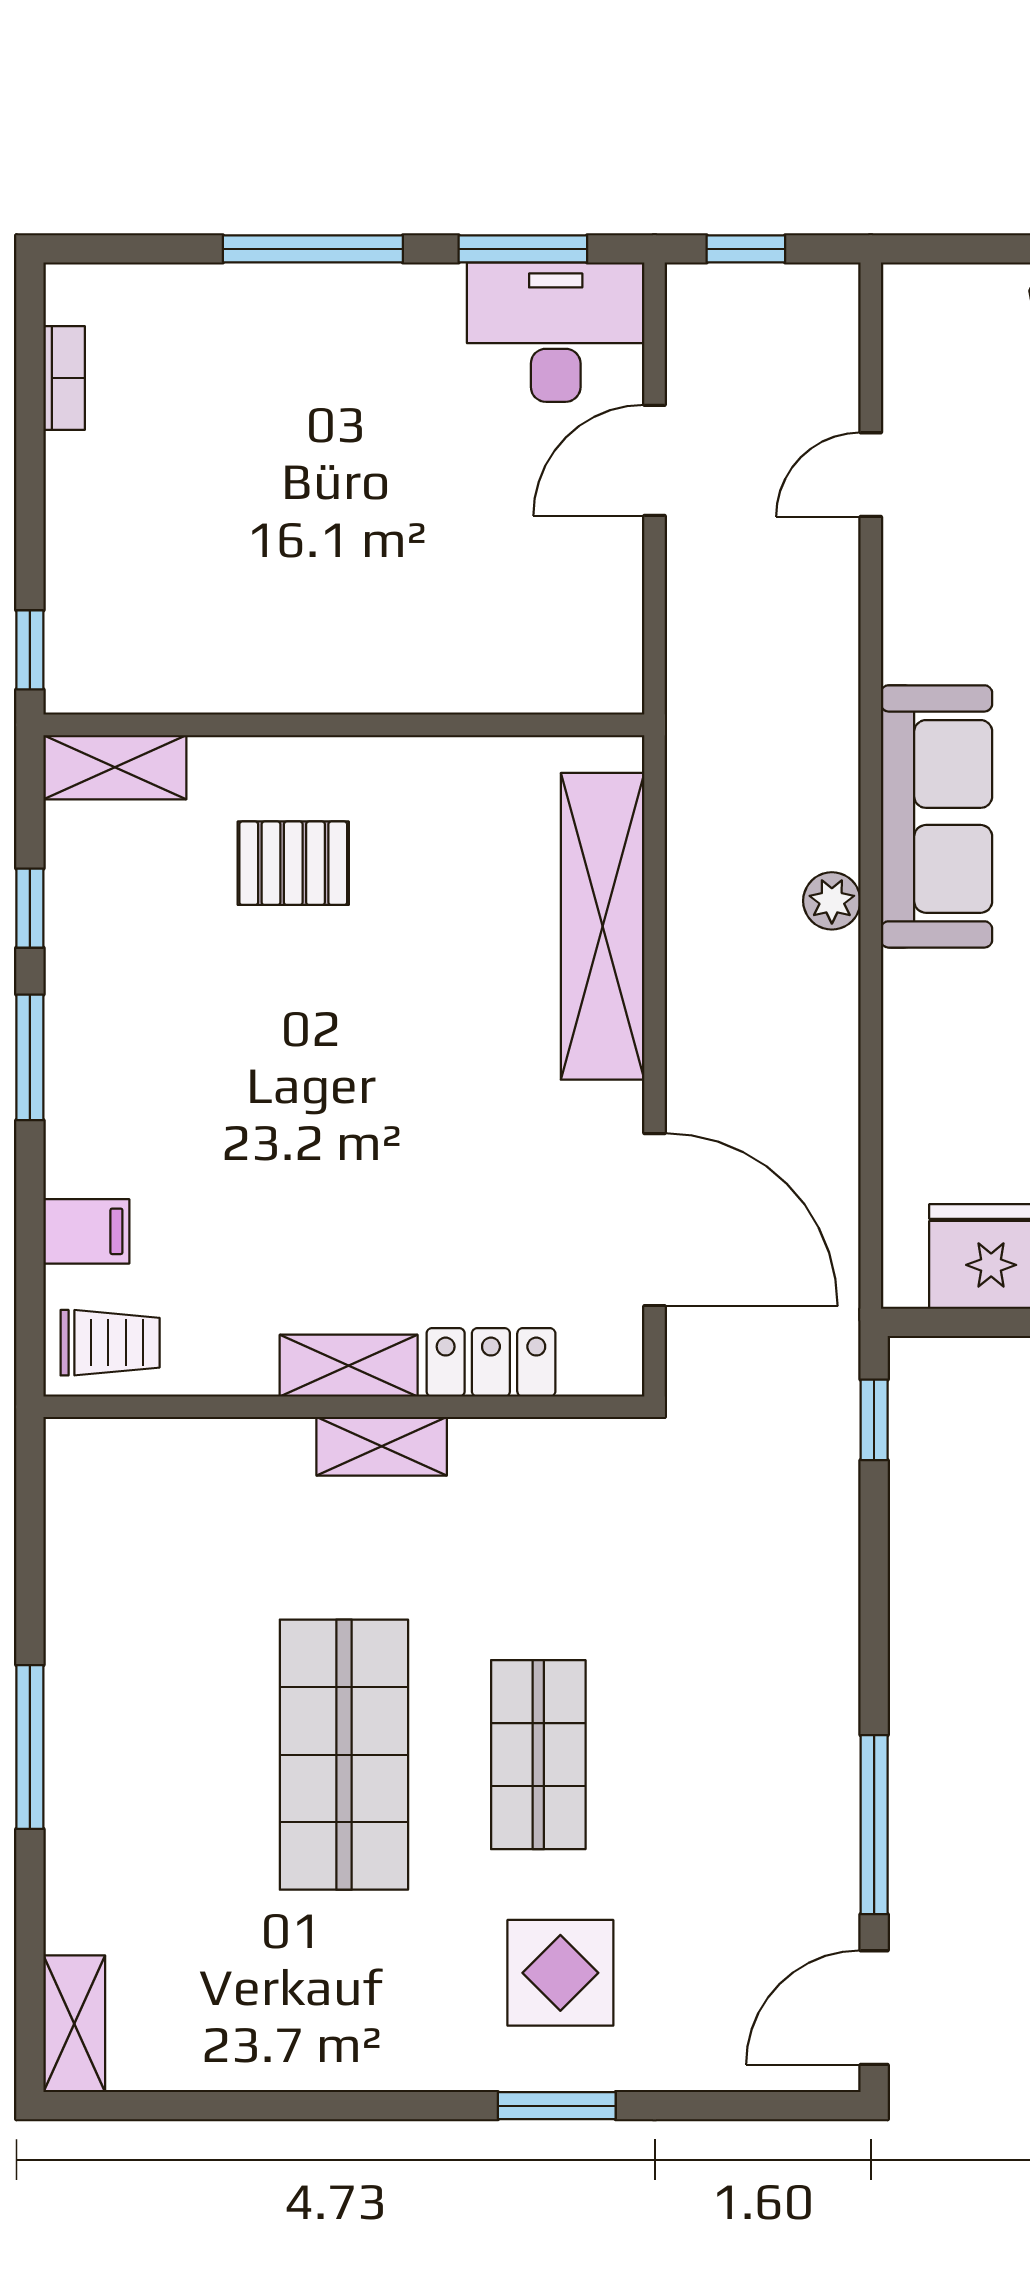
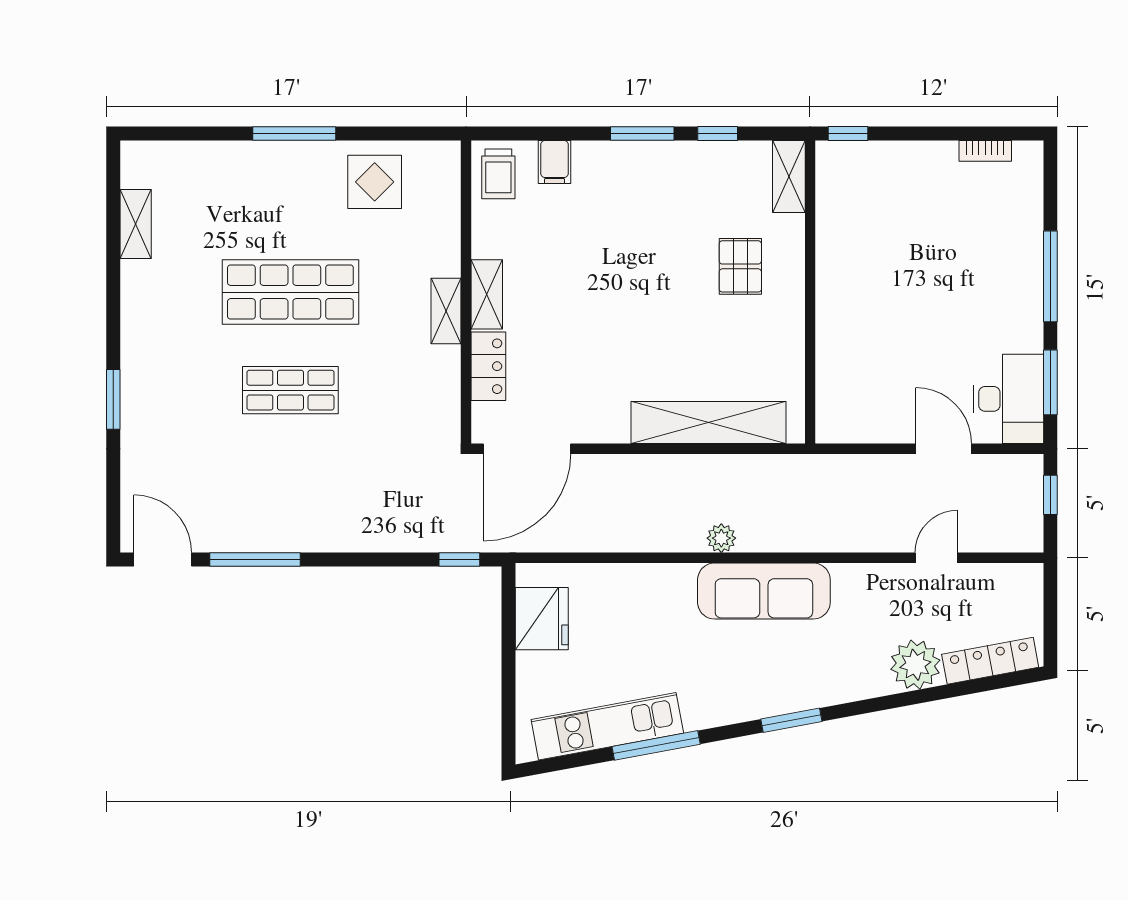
door: (871, 475) -> (936, 558), hinge flipped
door: (655, 1220) -> (527, 449), moved
display table: (560, 1973) -> (375, 182), moved
shelving: (74, 2024) -> (136, 224), moved, turned 90

